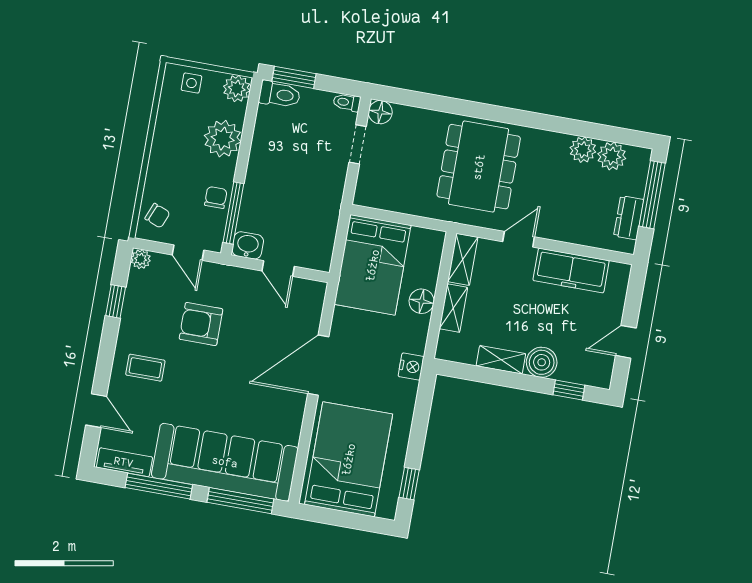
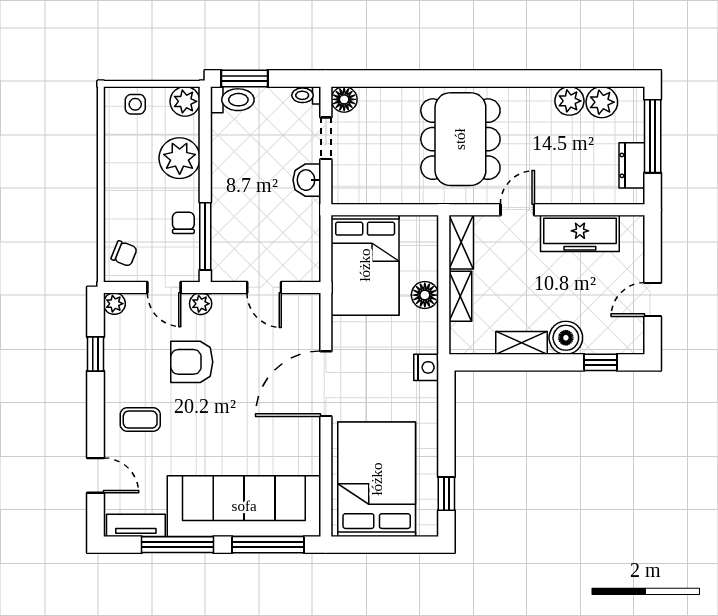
washbasin: (248, 245) -> (307, 180), moved, turned -90
plant: (218, 273) -> (201, 304), added

